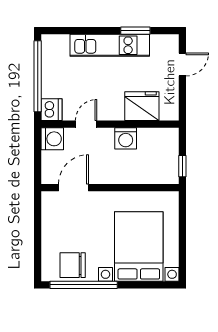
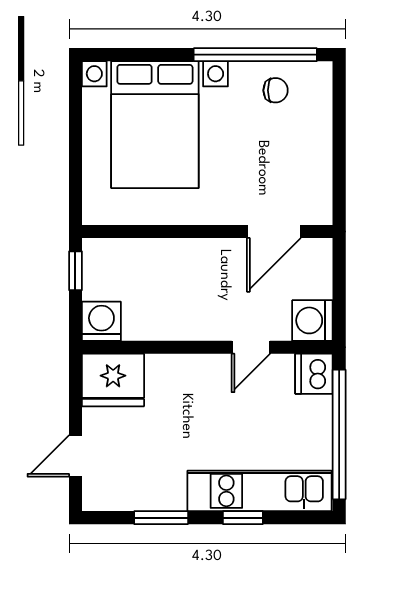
window: (91, 31) -> (243, 518), added
kitchen unit: (110, 45) -> (260, 491), moved
fridge: (142, 106) -> (113, 380), moved
washing machine: (126, 138) -> (101, 321), moved
chair: (73, 265) -> (276, 90), width x0.54, depth x0.54

